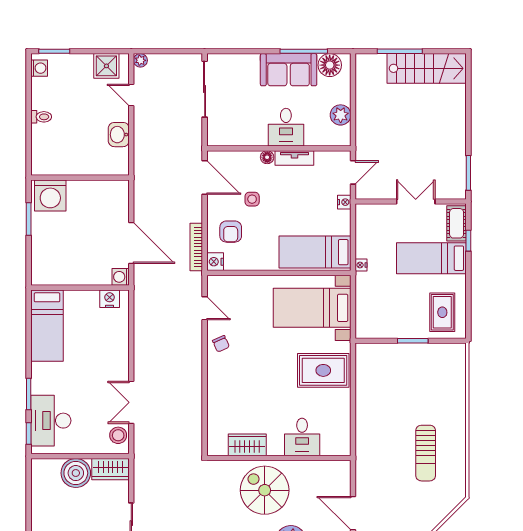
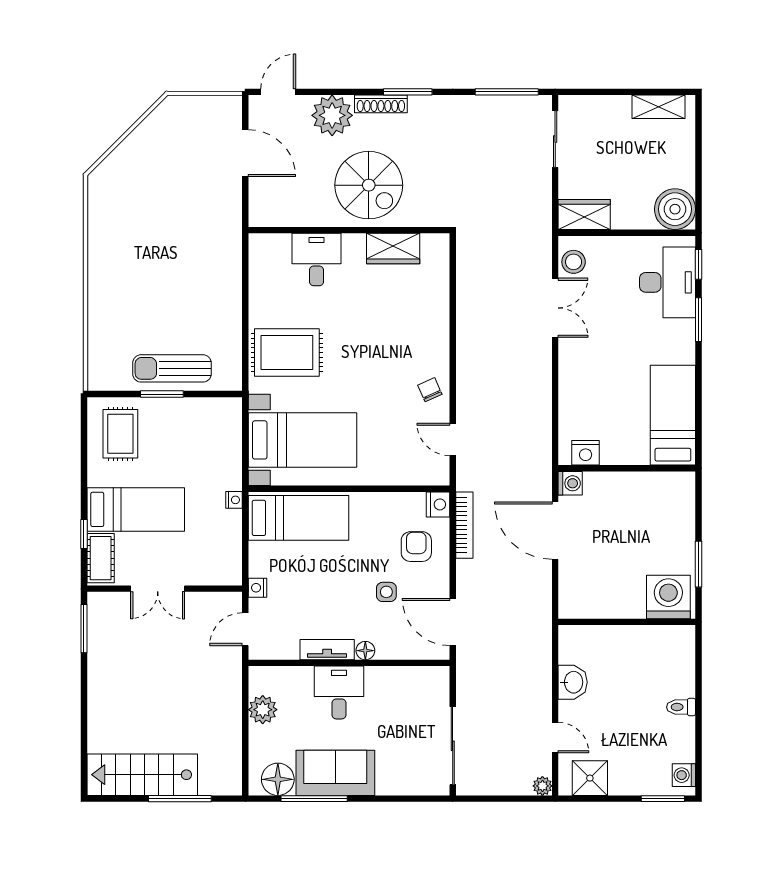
sun lounger: (426, 453) -> (172, 368), moved, turned -90
boiler: (76, 473) -> (675, 209), moved

